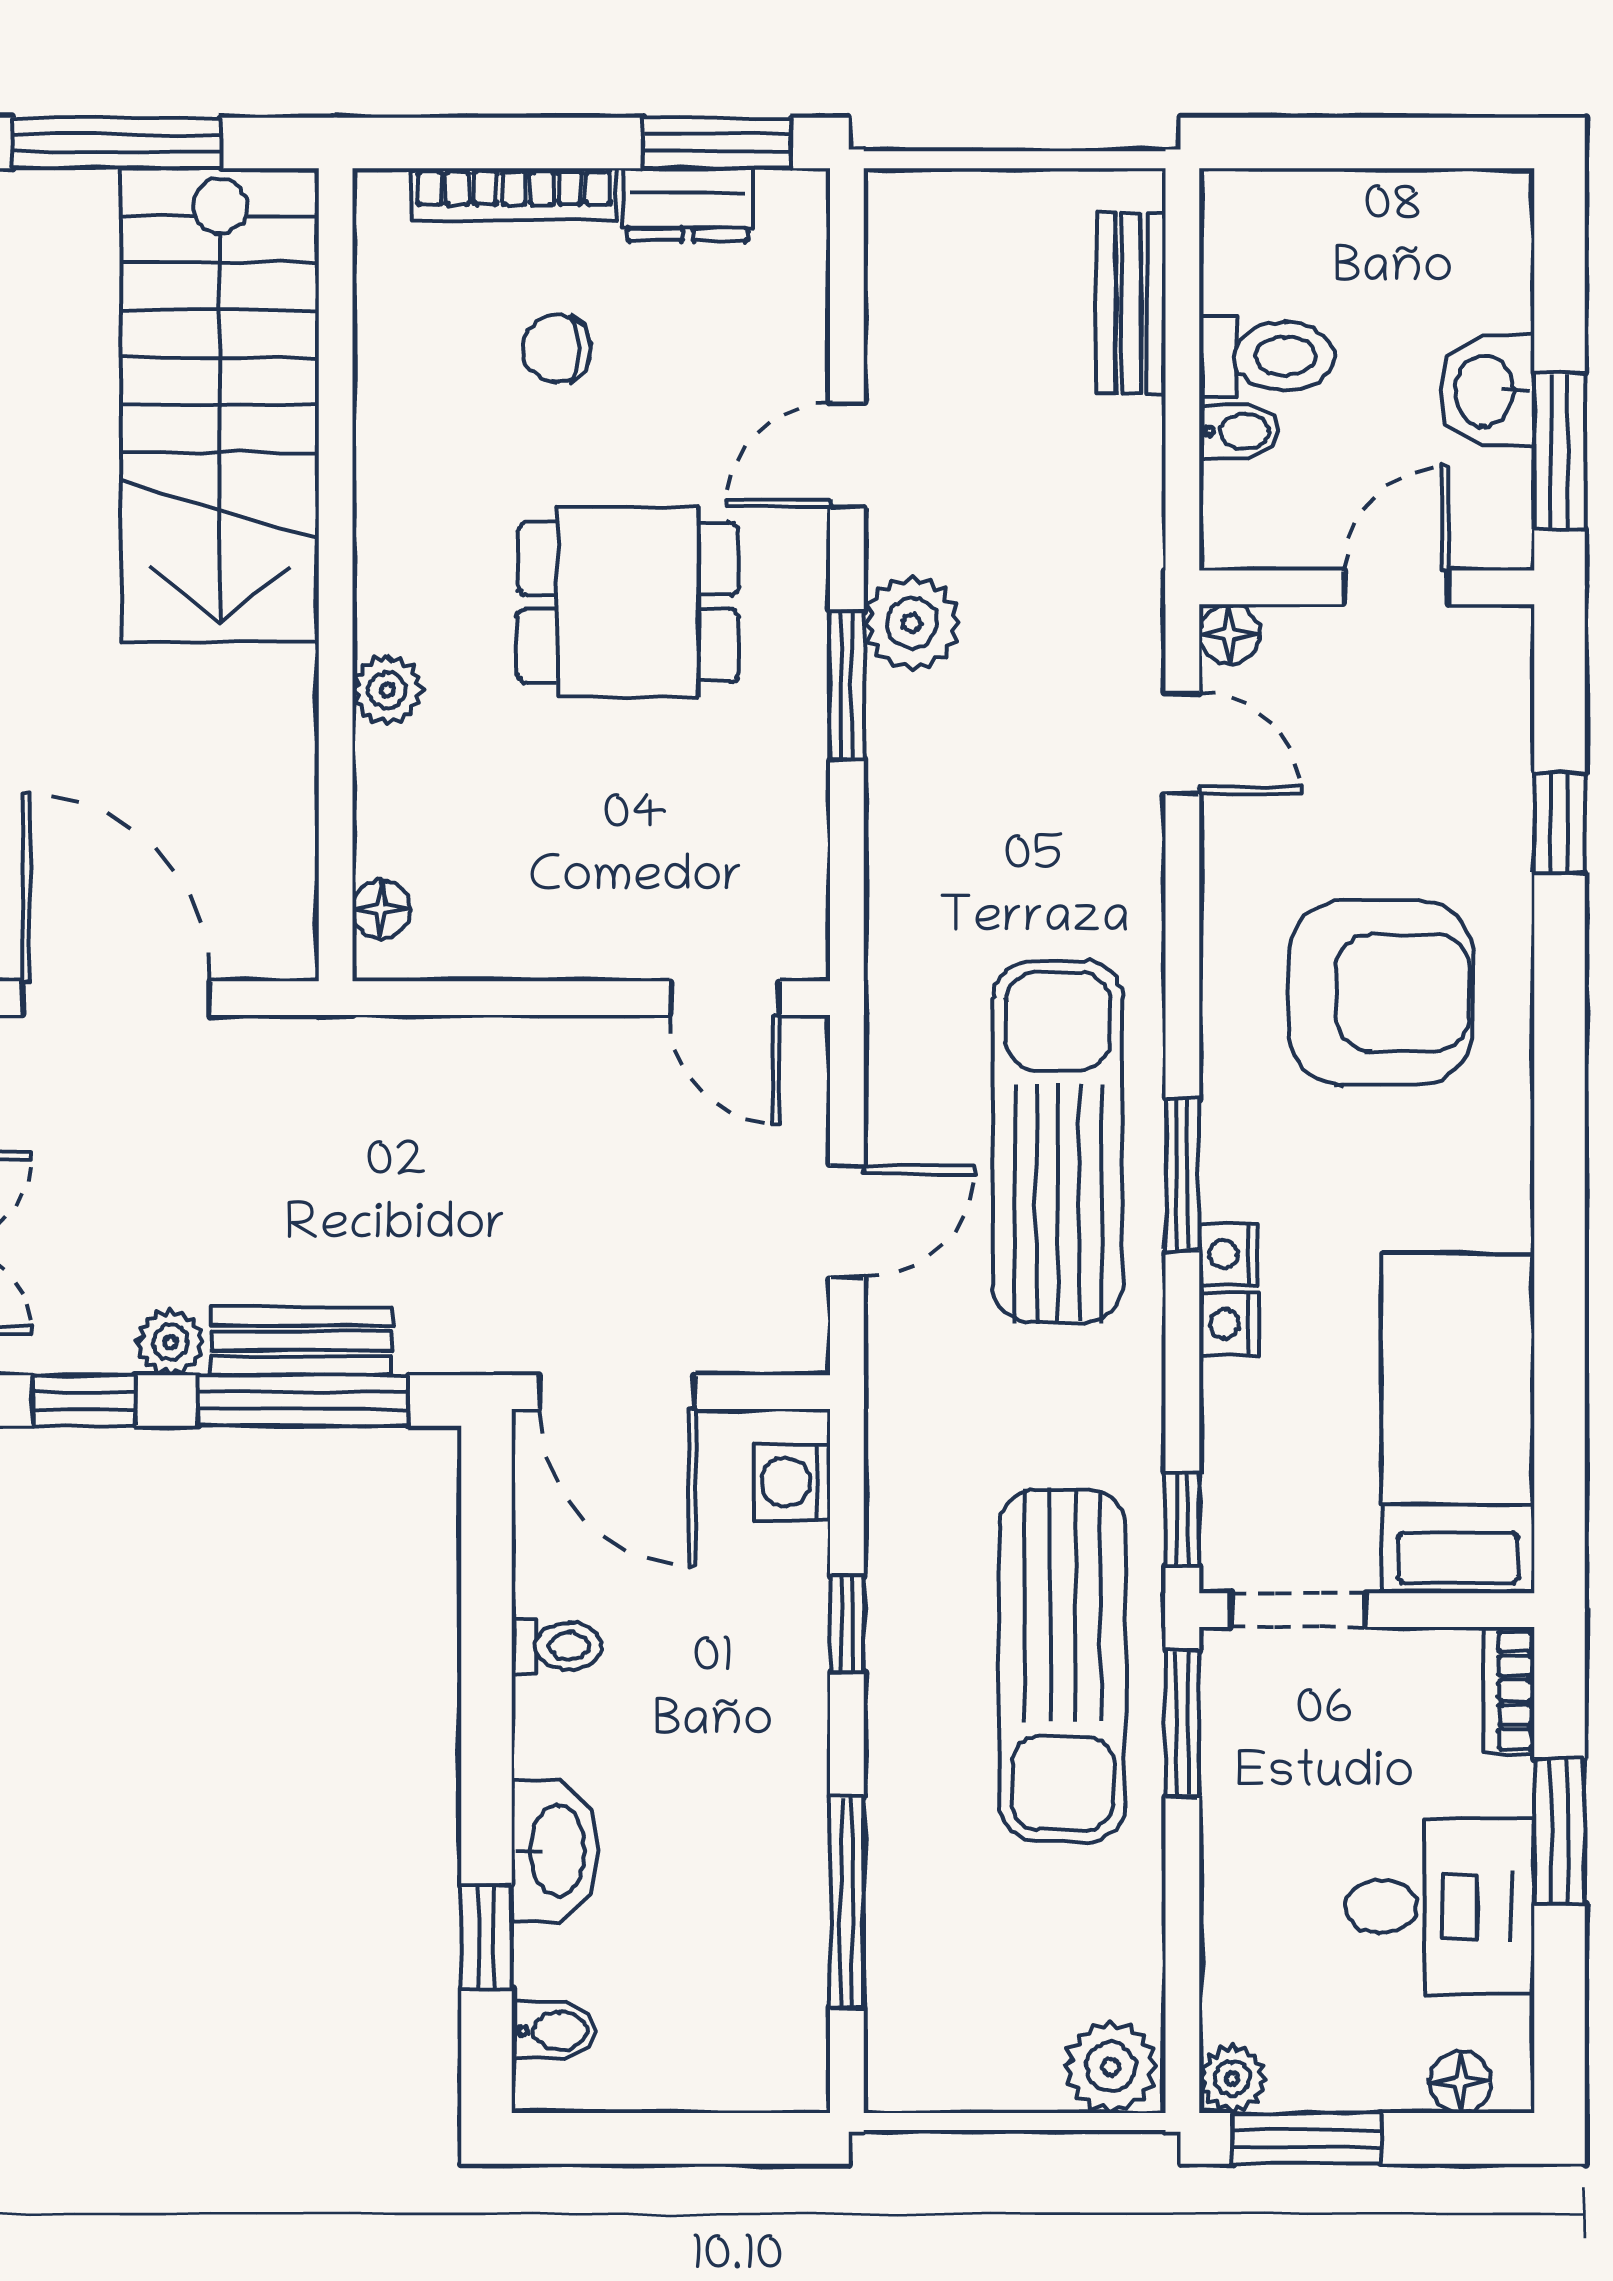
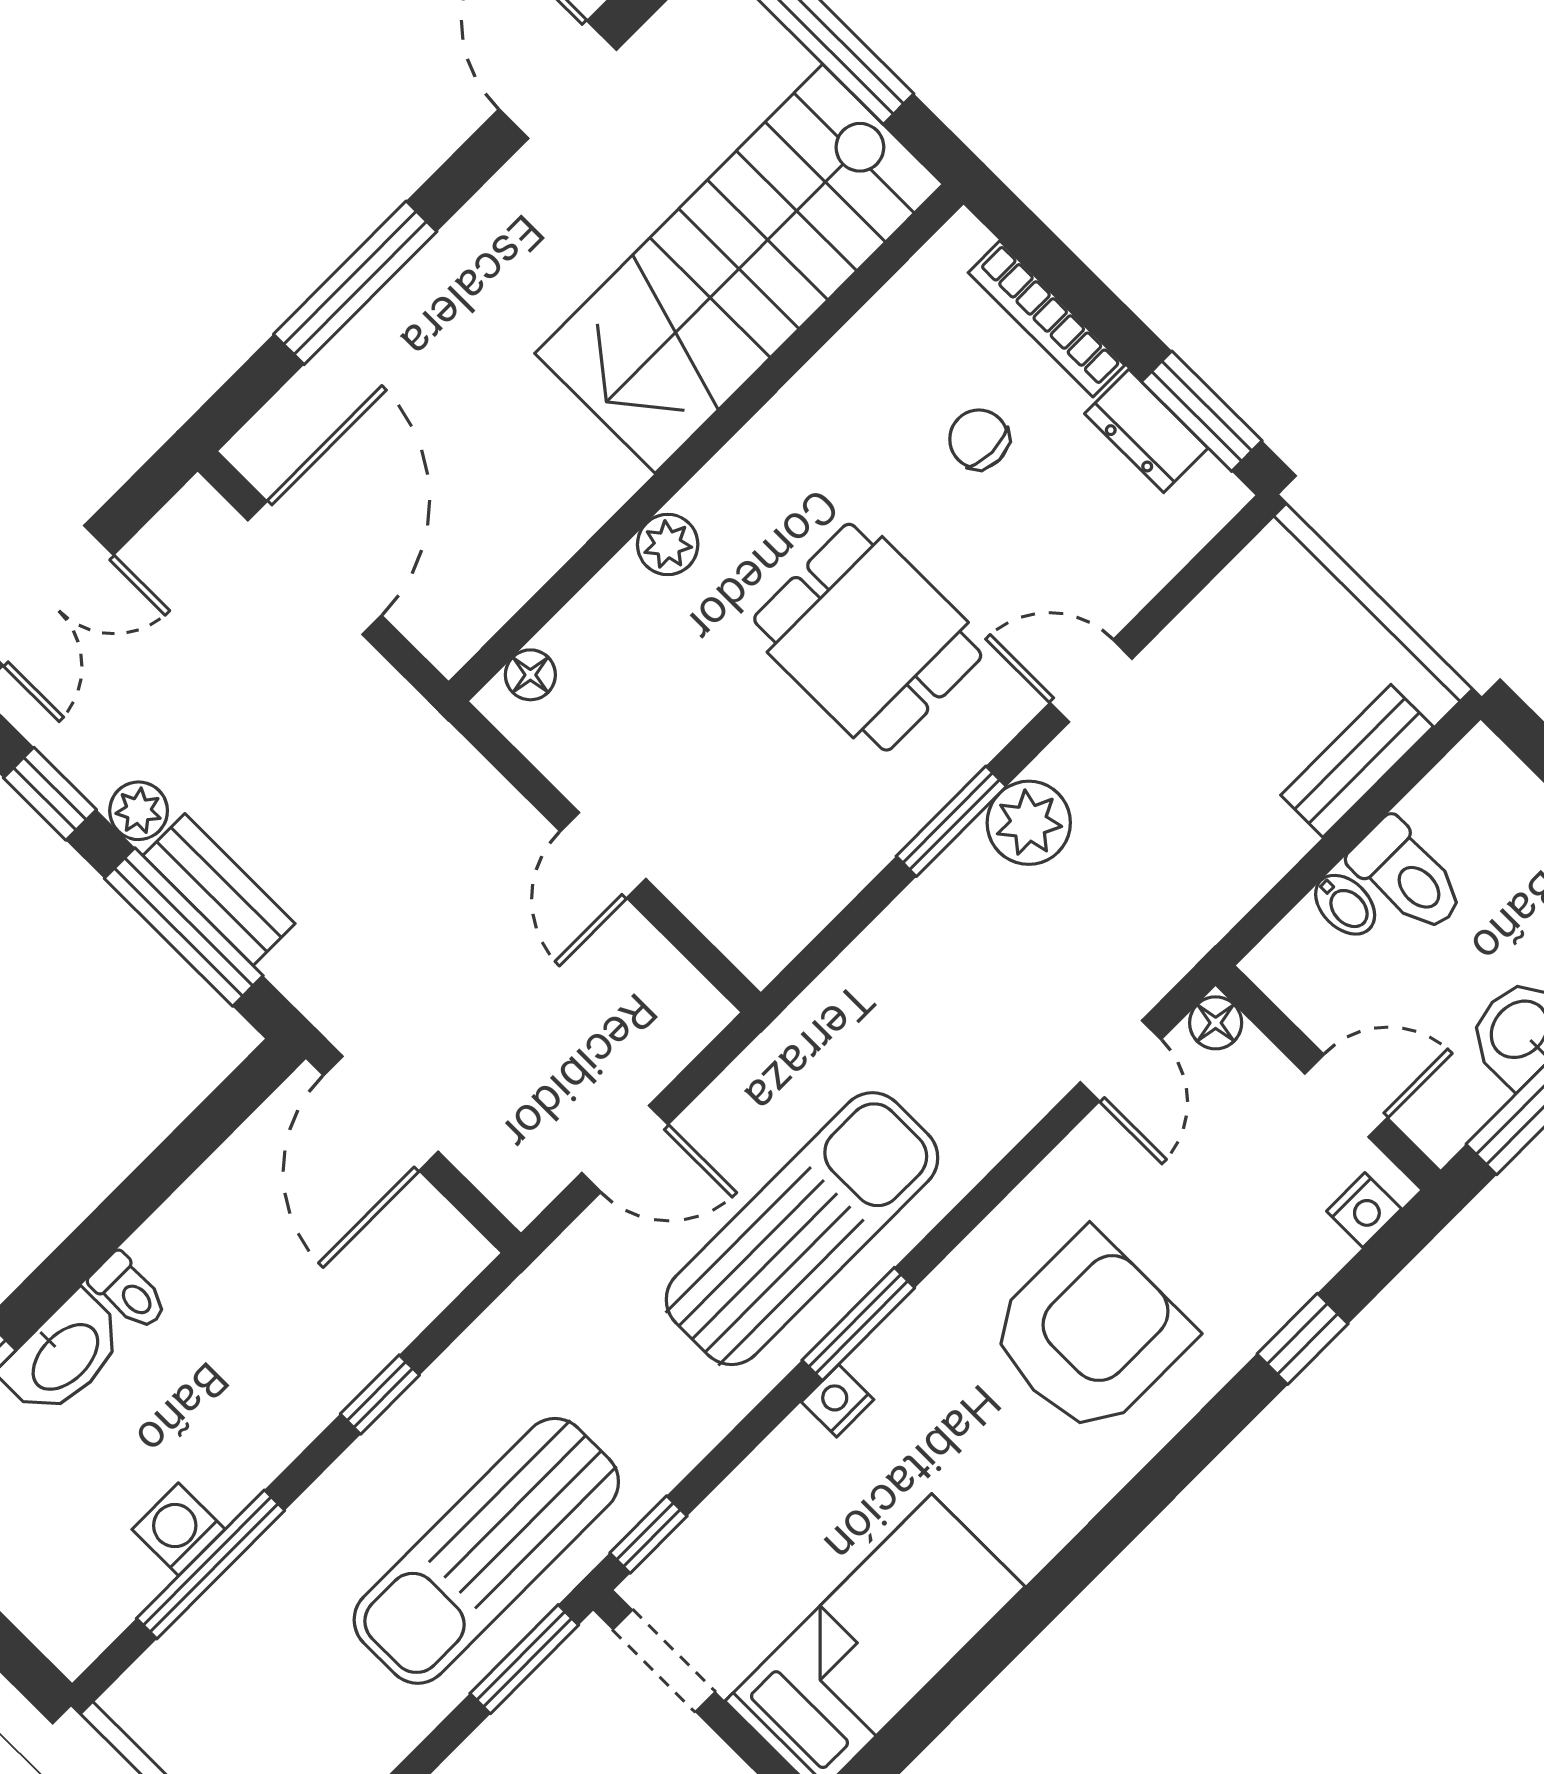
armchair: (1381, 993) -> (1090, 1334), turned -90
door: (725, 998) -> (603, 855), moved
nightstand: (1229, 1324) -> (1364, 1210), moved, turned 180
washing machine: (792, 1482) -> (179, 1529), moved
toilet: (557, 1646) -> (129, 1292), moved

